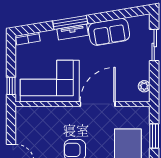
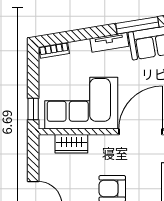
window: (70, 22) -> (137, 25), moved
wardrobe: (42, 114) -> (71, 144), added

